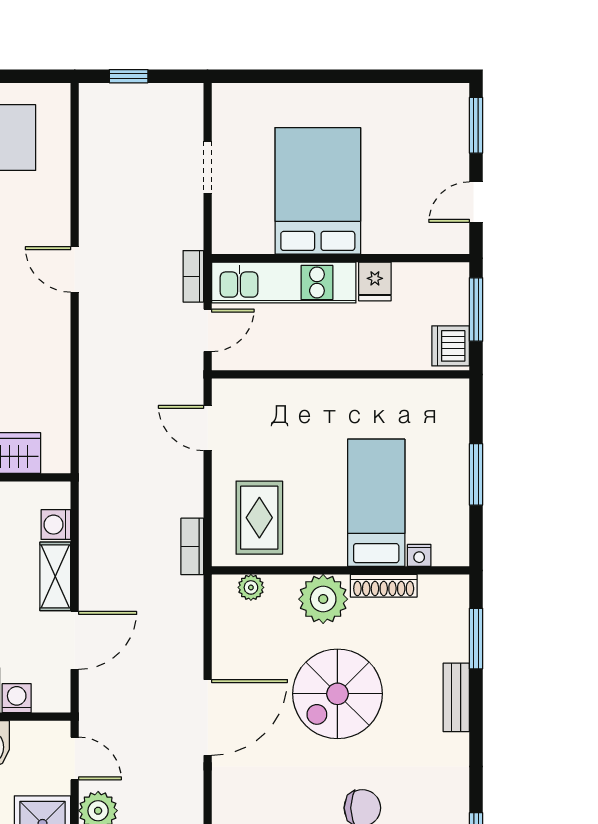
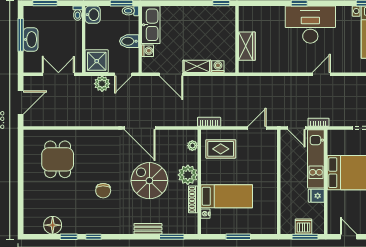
dishwasher: (451, 346) -> (304, 226), moved

